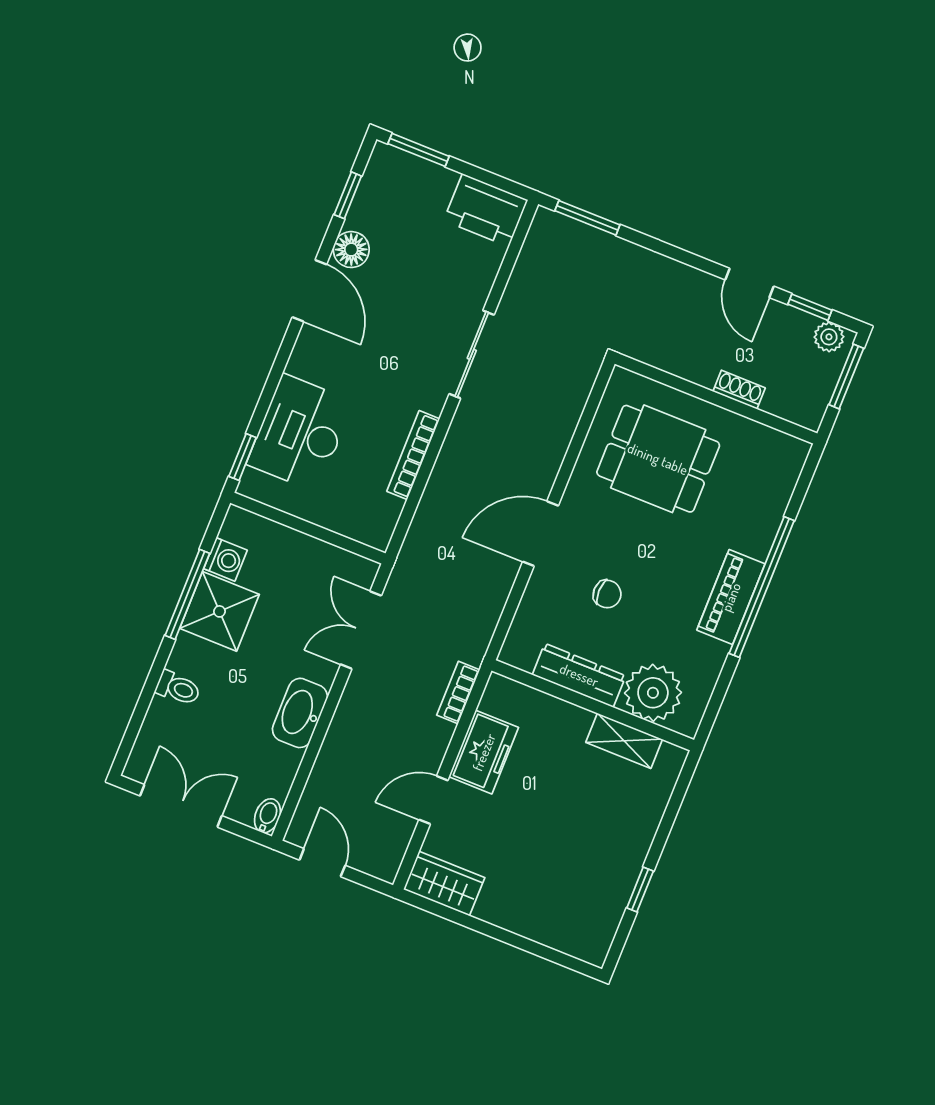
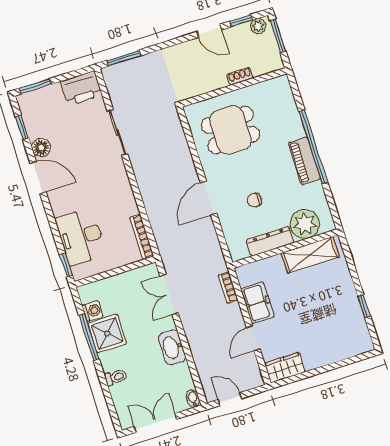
sliding door: (472, 354) -> (117, 132), moved
bookcase: (413, 455) -> (142, 237), moved
chair: (607, 594) -> (255, 200), turned 180
shelving: (624, 741) -> (310, 255), width x1.50, depth x1.33

